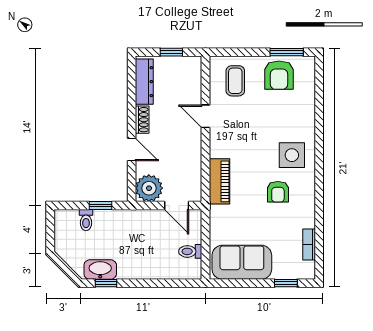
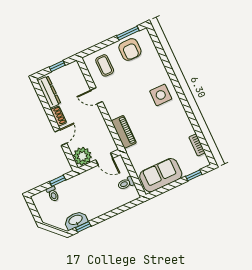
door: (132, 150) -> (61, 137), hinge flipped
armchair: (278, 192) -> (163, 121), removed

